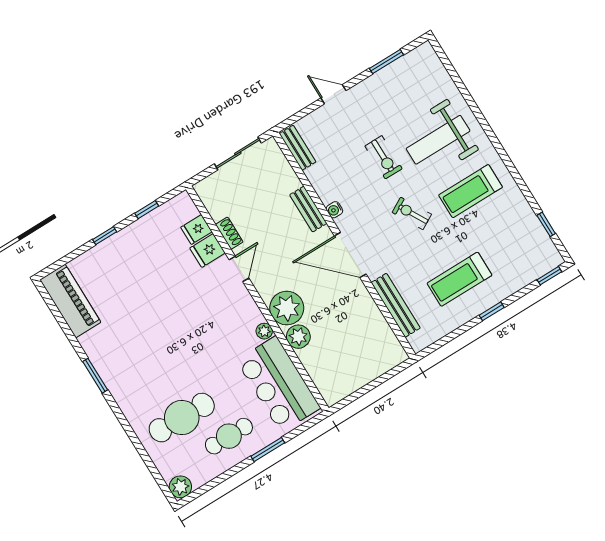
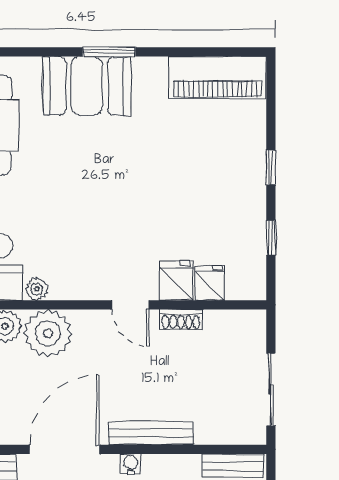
bench: (308, 209) -> (151, 433), width x1.36
booth: (124, 376) -> (87, 86), added

